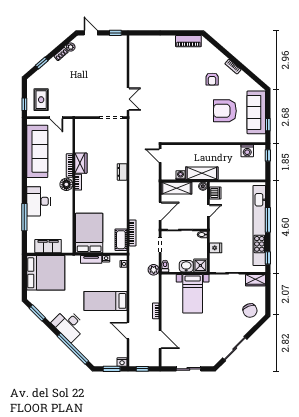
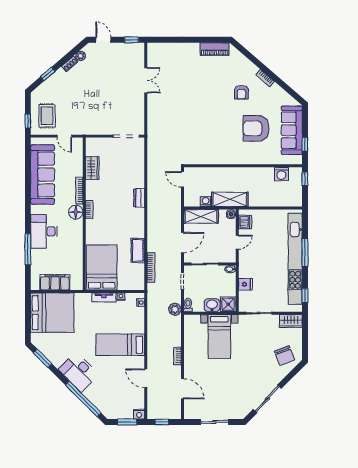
double door: (128, 99) -> (146, 80), moved
wardrobe: (81, 163) -> (92, 168), moved
cot: (121, 240) -> (138, 250), moved

